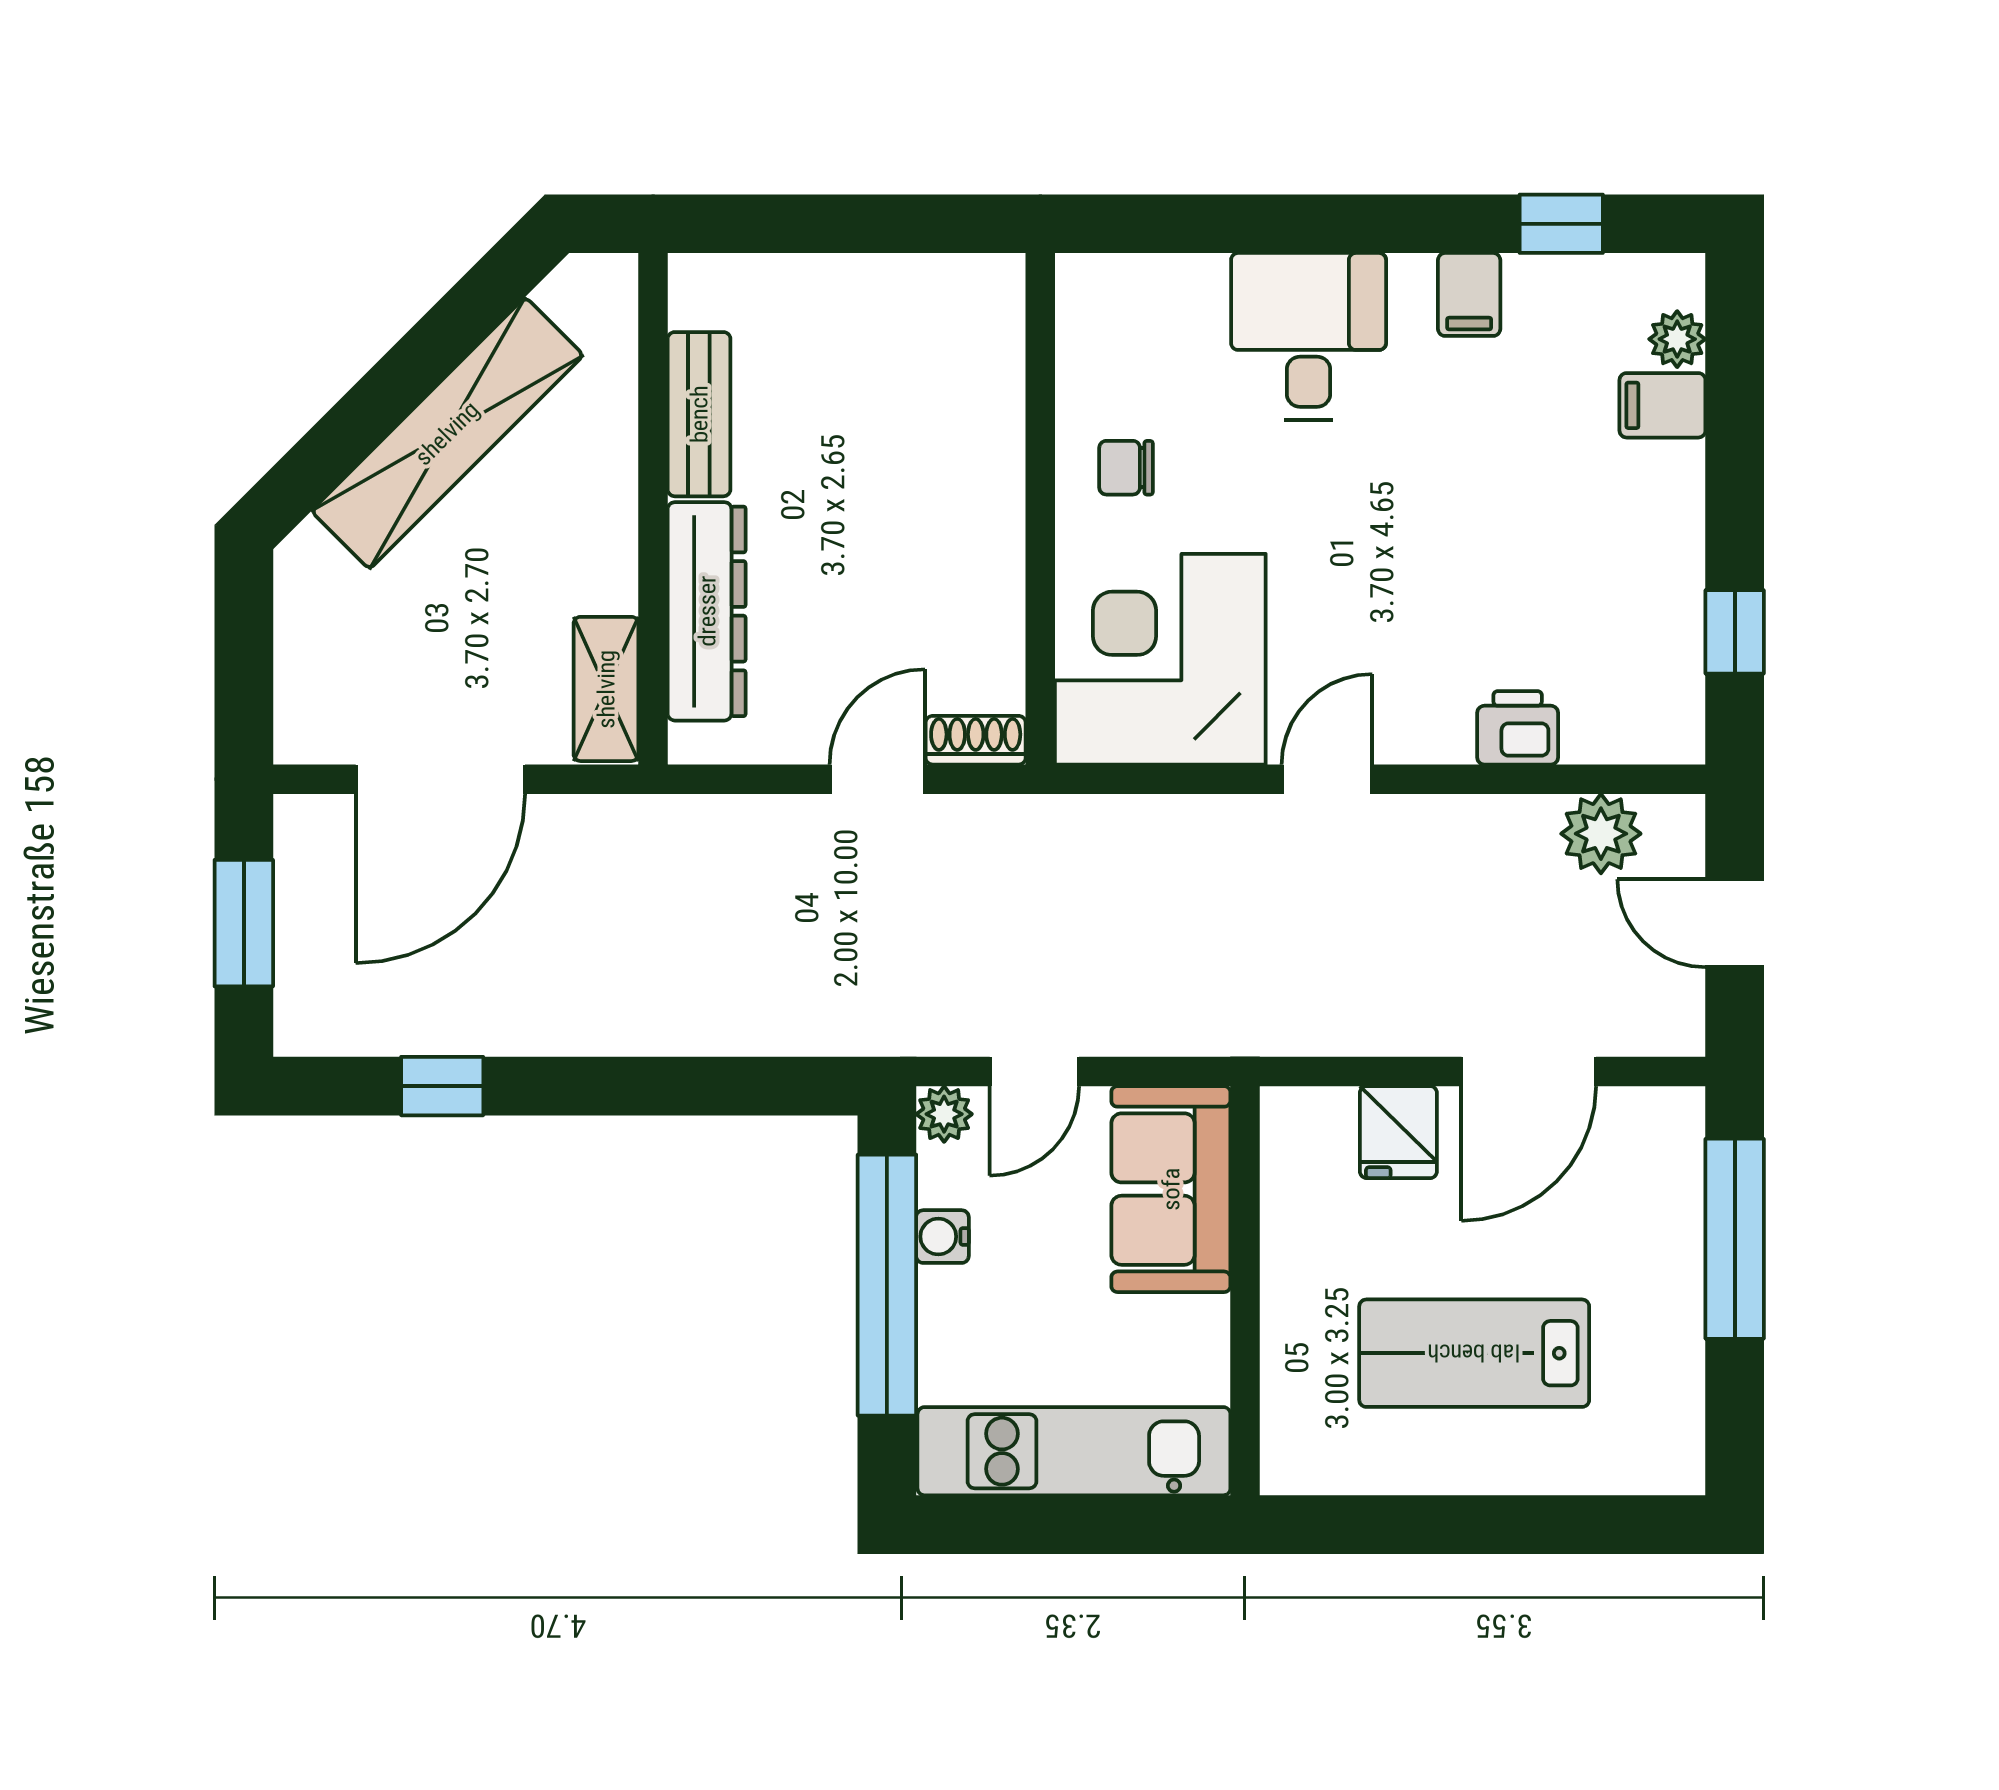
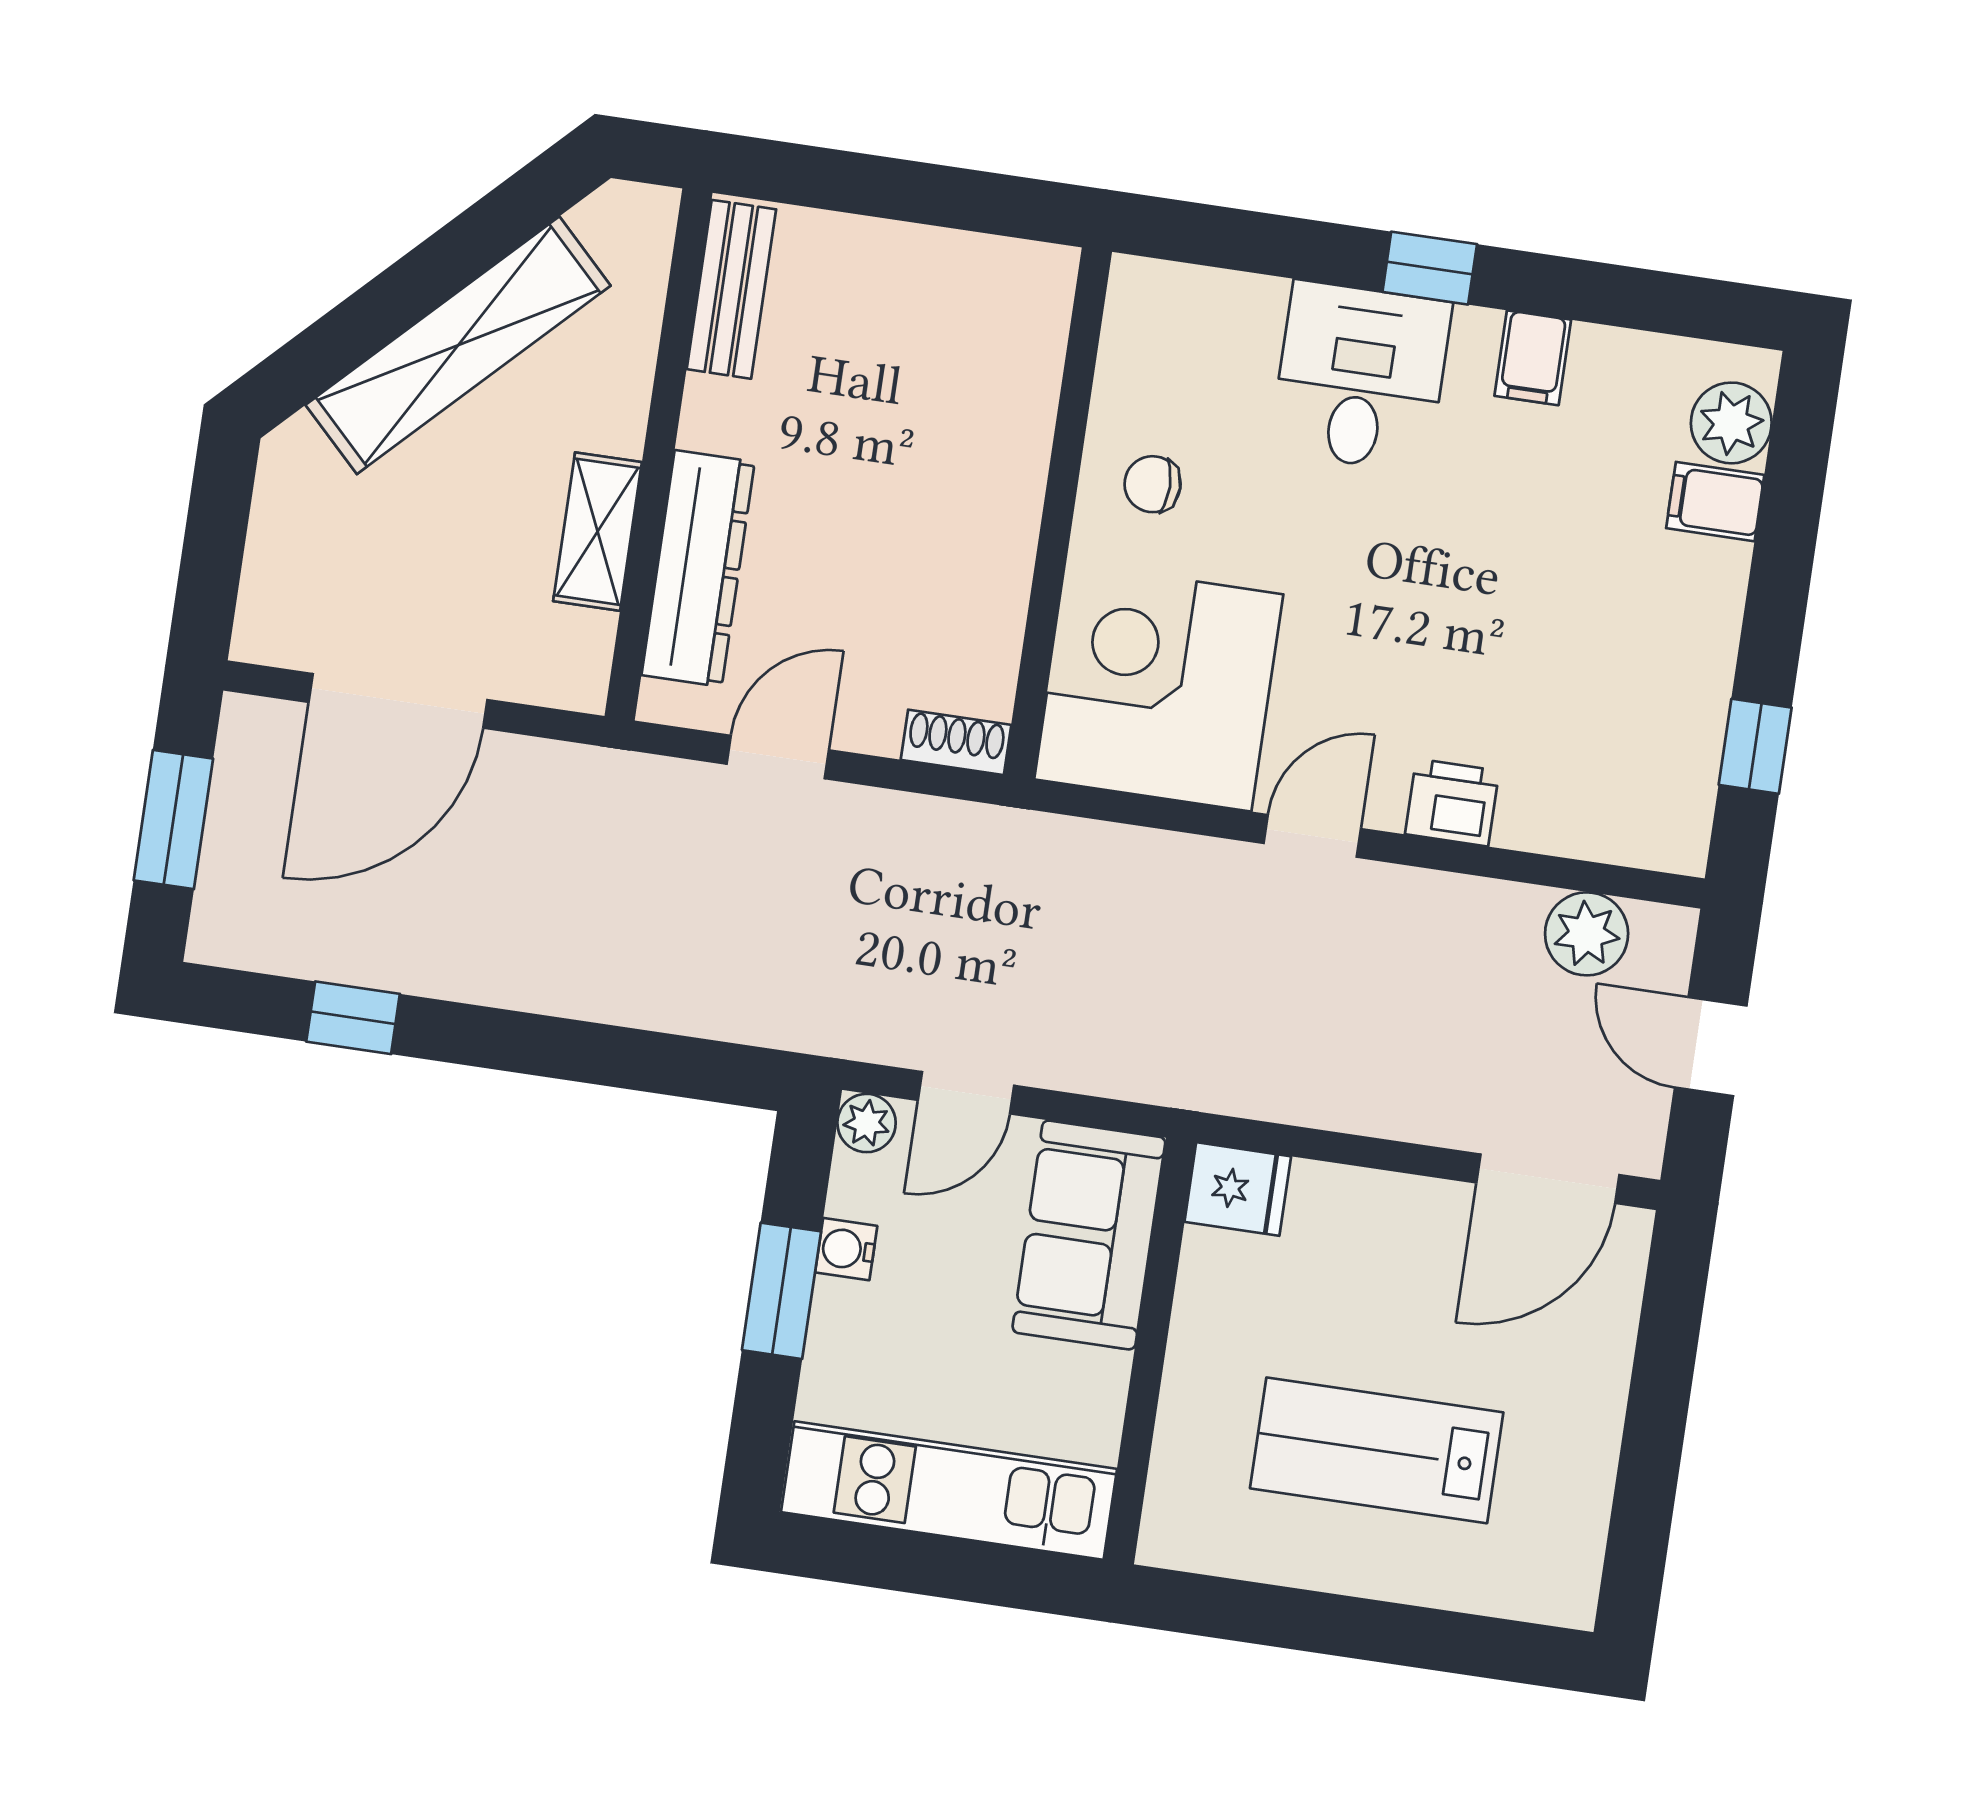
window: (1561, 224) -> (1430, 268), moved
plant: (1677, 339) -> (1731, 423), width x1.38, depth x1.38
bench: (699, 414) -> (731, 289), moved
shelving: (606, 689) -> (598, 532), moved
printer: (1518, 728) -> (1452, 802), moved
door: (877, 779) -> (778, 757), moved
door: (1529, 1071) -> (1548, 1179), moved
fridge: (1398, 1132) -> (1238, 1189), moved, turned -90
window: (1735, 1239) -> (1663, 1372), removed
window: (887, 1285) -> (781, 1291), width x0.47

